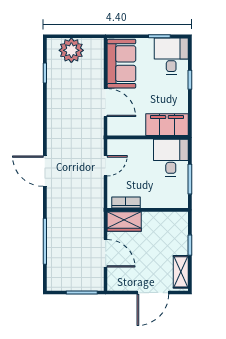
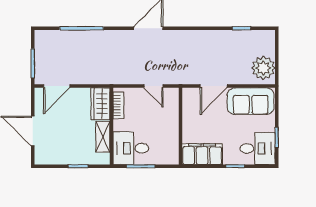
plant: (71, 50) -> (263, 68), moved
filing cabinet: (167, 125) -> (202, 154), moved, turned -90
desk: (171, 158) -> (131, 148), moved, turned 180
door: (106, 253) -> (57, 86), moved
shelving: (181, 272) -> (103, 137), moved, turned 90

